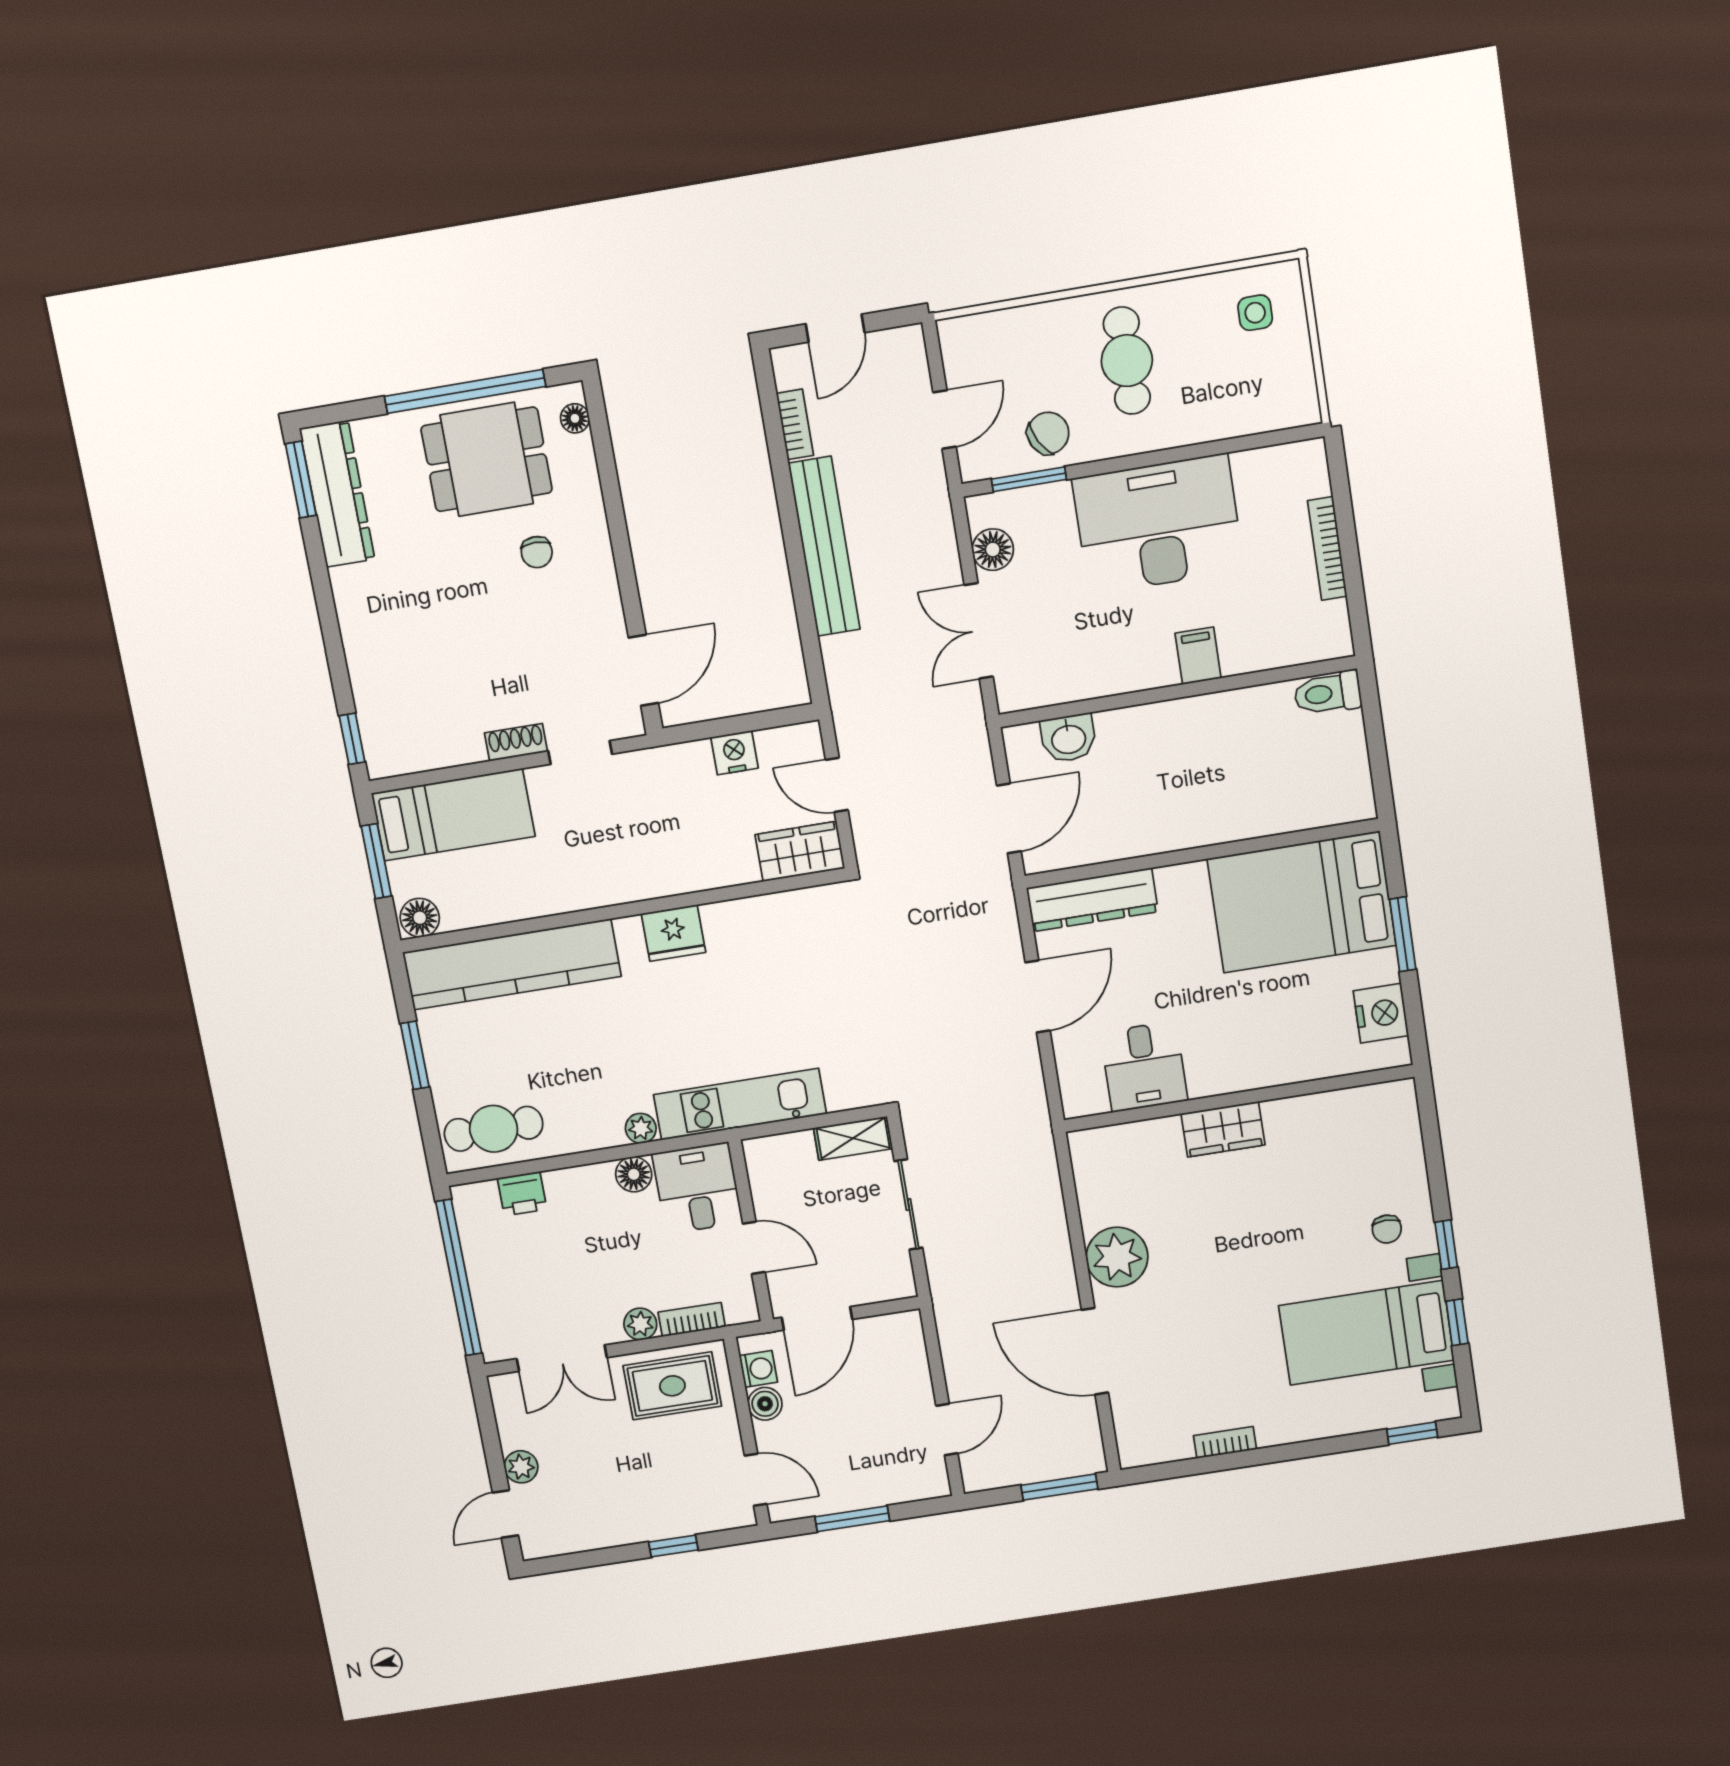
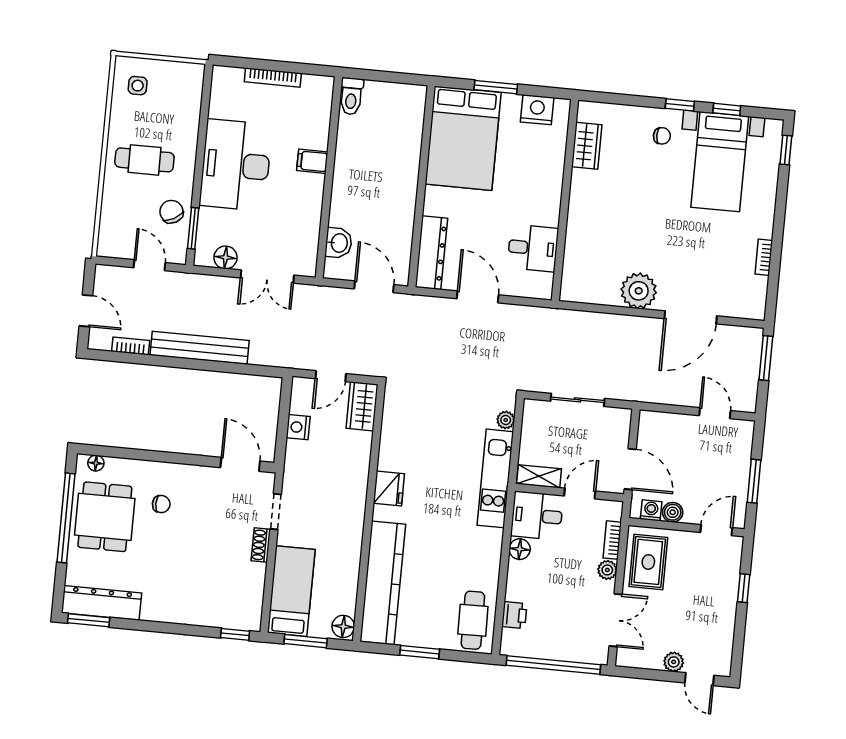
plant: (641, 1128) -> (506, 420), moved
wardrobe: (1223, 1129) -> (587, 146), moved
shelving: (853, 1138) -> (539, 476), moved, turned 90

